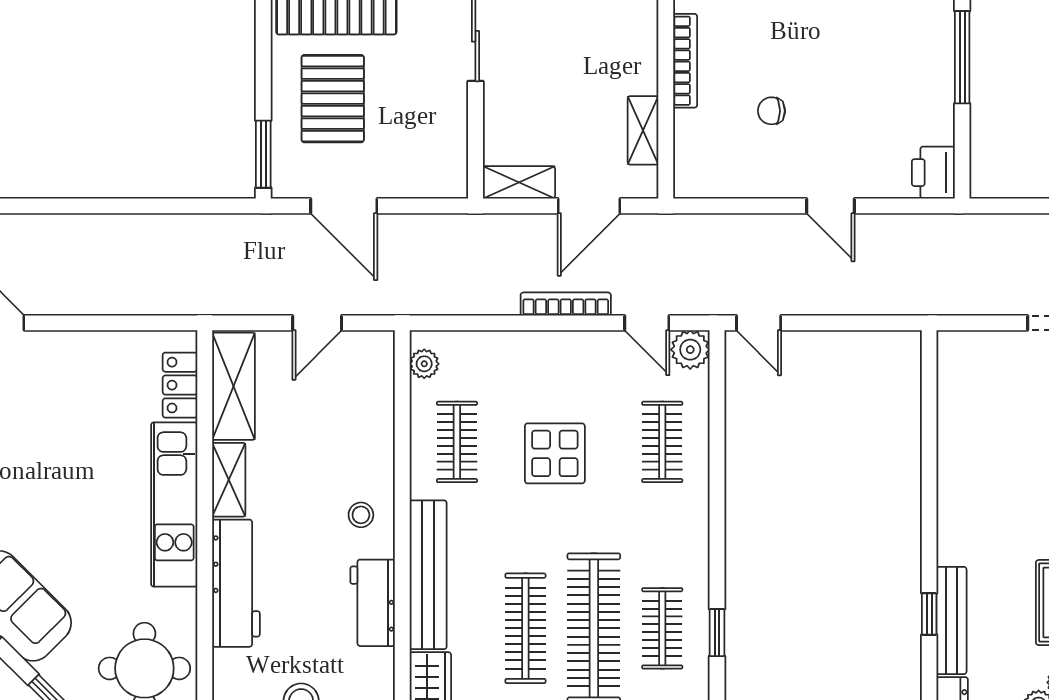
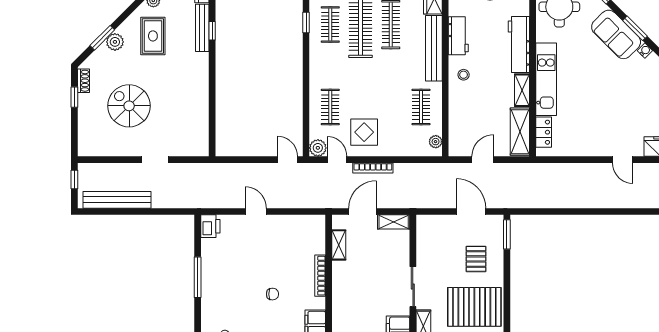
pallet: (333, 99) -> (476, 259), width x0.67, depth x0.71
chair: (771, 111) -> (272, 294), moved
display table: (555, 453) -> (364, 132), moved

